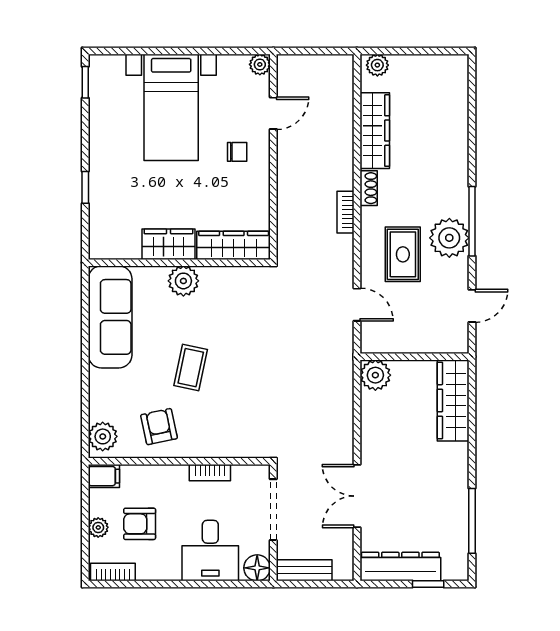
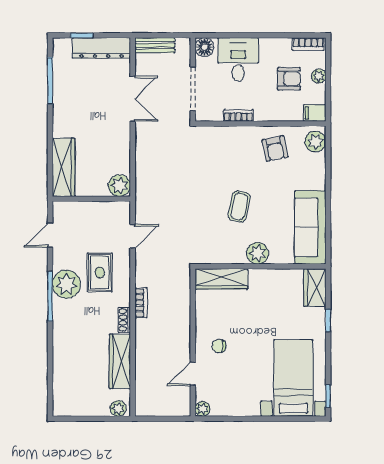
bed with nightstands: (171, 107) -> (293, 378), moved
wardrobe: (169, 244) -> (315, 288), moved, turned 90
door: (357, 305) -> (133, 236), swing flipped
coffee table: (191, 368) -> (239, 206), moved
bench: (304, 570) -> (155, 45), moved

